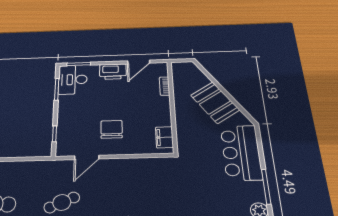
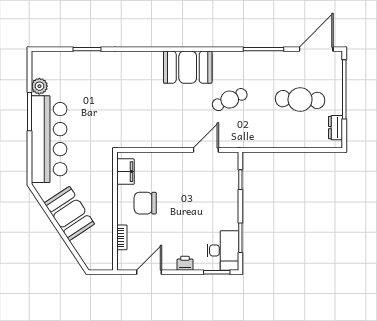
printer: (113, 72) -> (185, 263), width x0.53, depth x0.68
chair: (112, 129) -> (145, 203), moved, turned 90
bar counter: (241, 153) -> (49, 139), width x1.36

